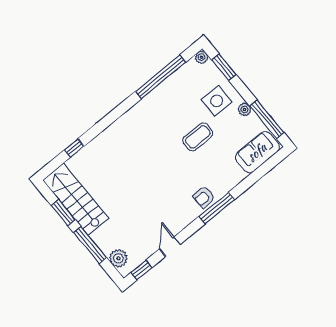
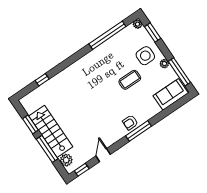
stairs: (76, 199) -> (51, 131), moved

